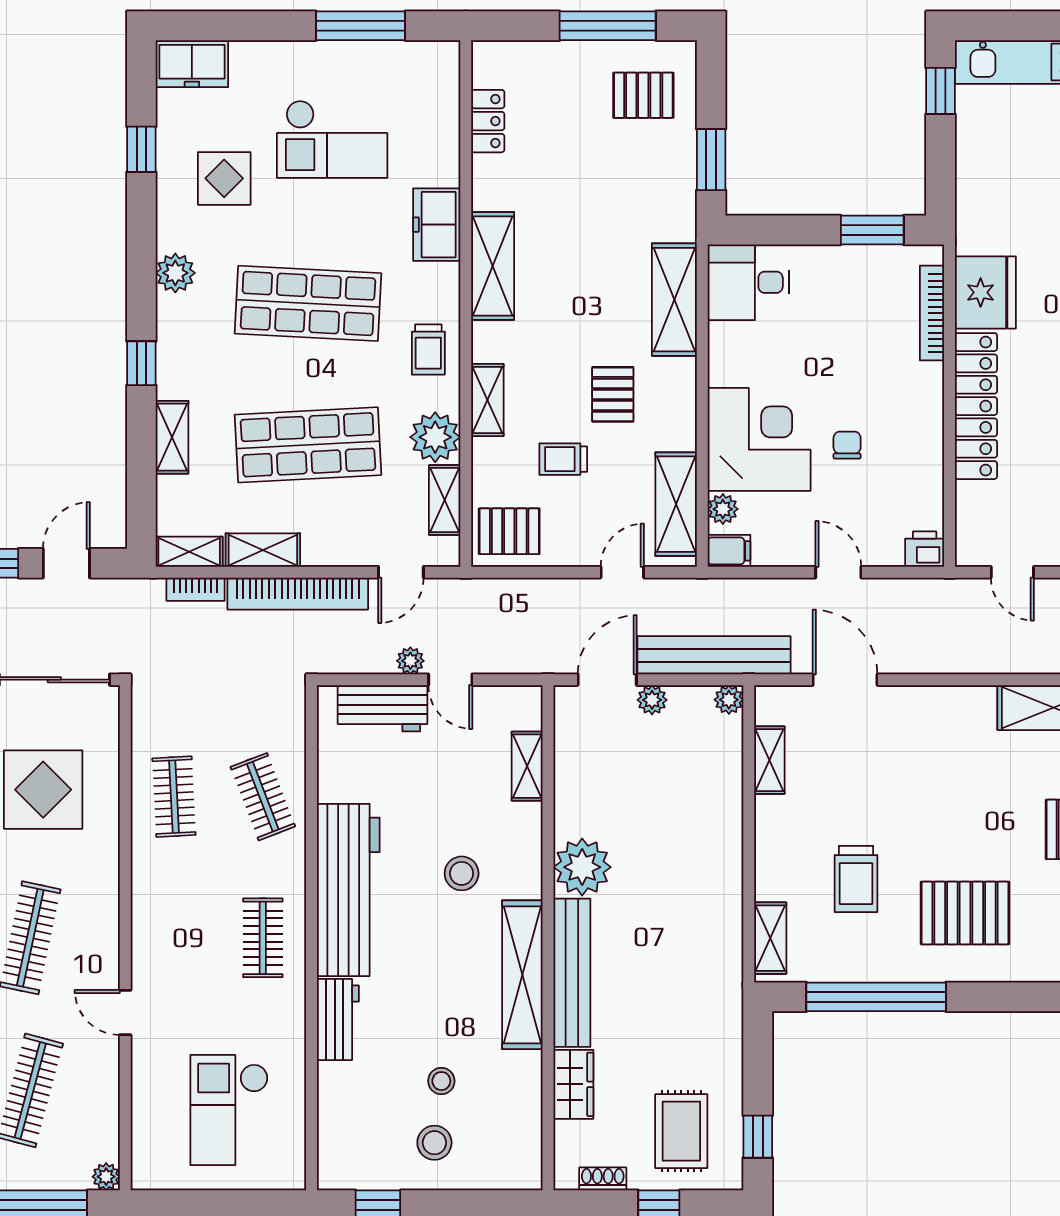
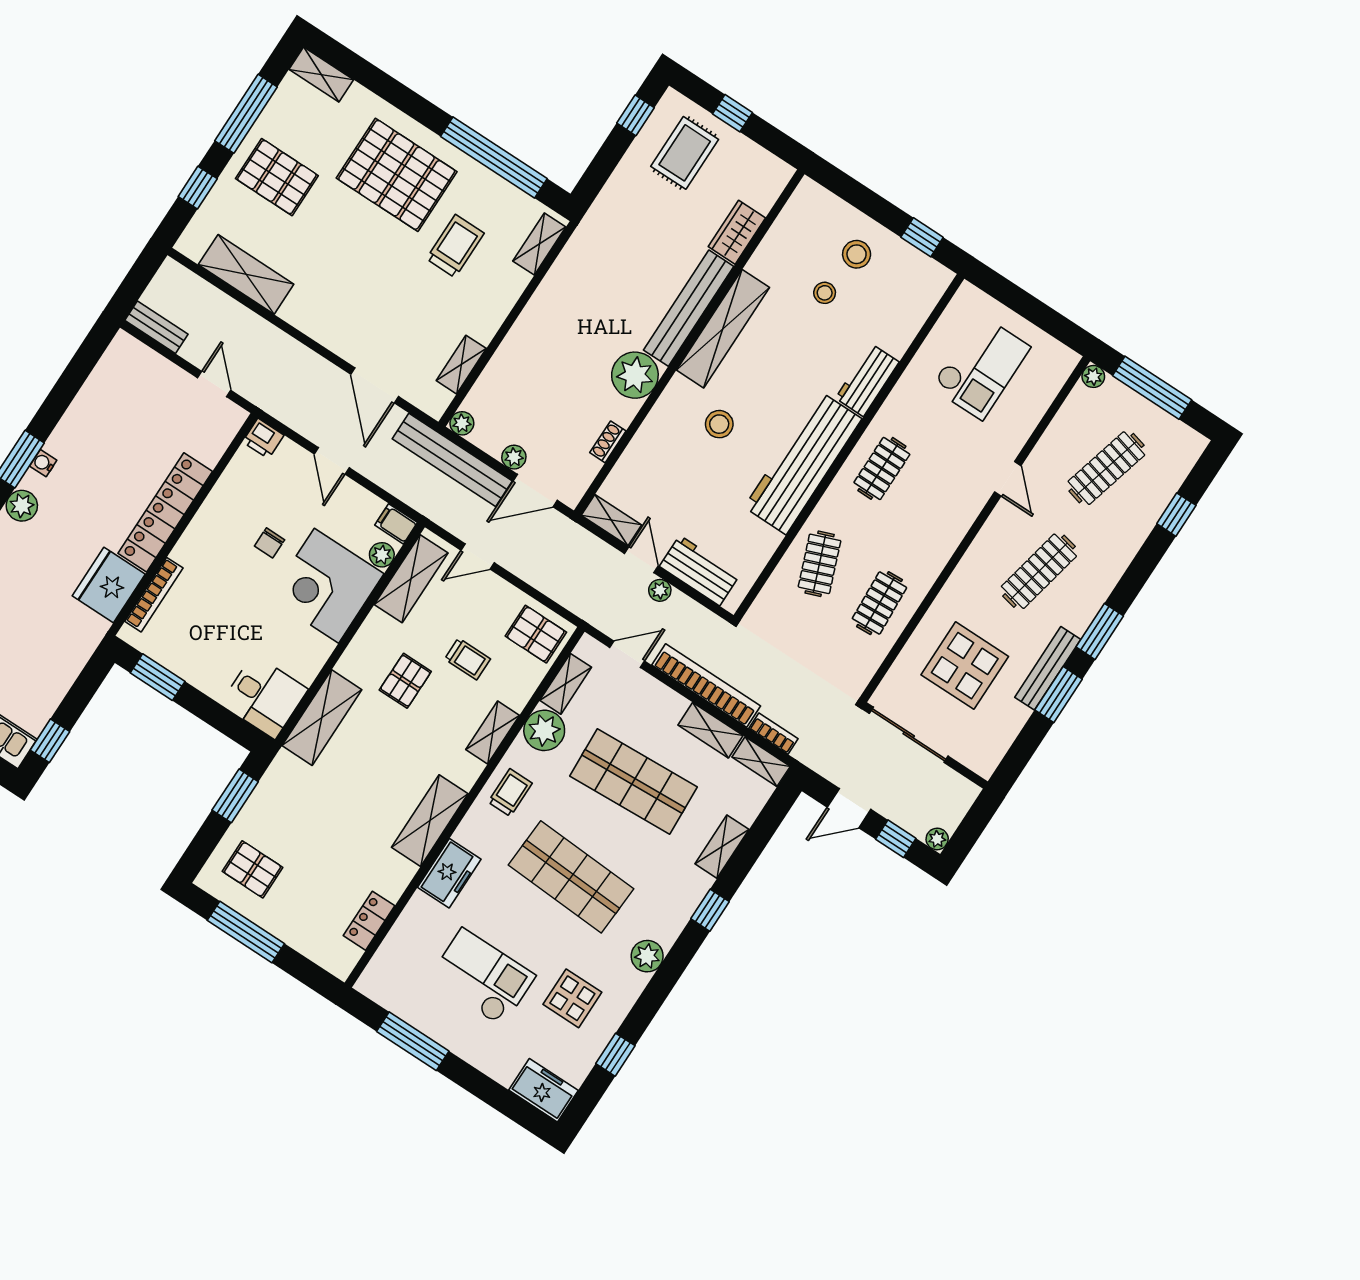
shelving: (527, 766) -> (611, 520), moved, turned 90
pallet: (965, 913) -> (397, 175), width x1.37, depth x1.41
shoe rack: (603, 1179) -> (608, 442), moved, turned 90

